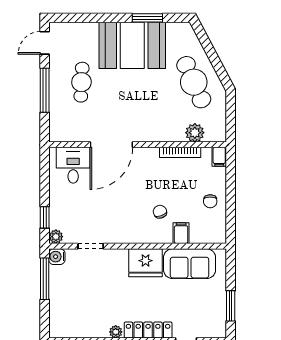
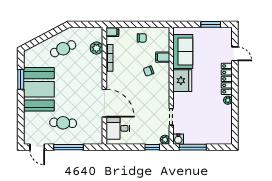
cafe table: (194, 82) -> (63, 49), width x0.73, depth x0.74

